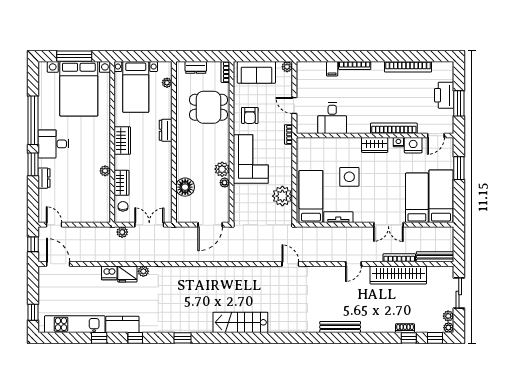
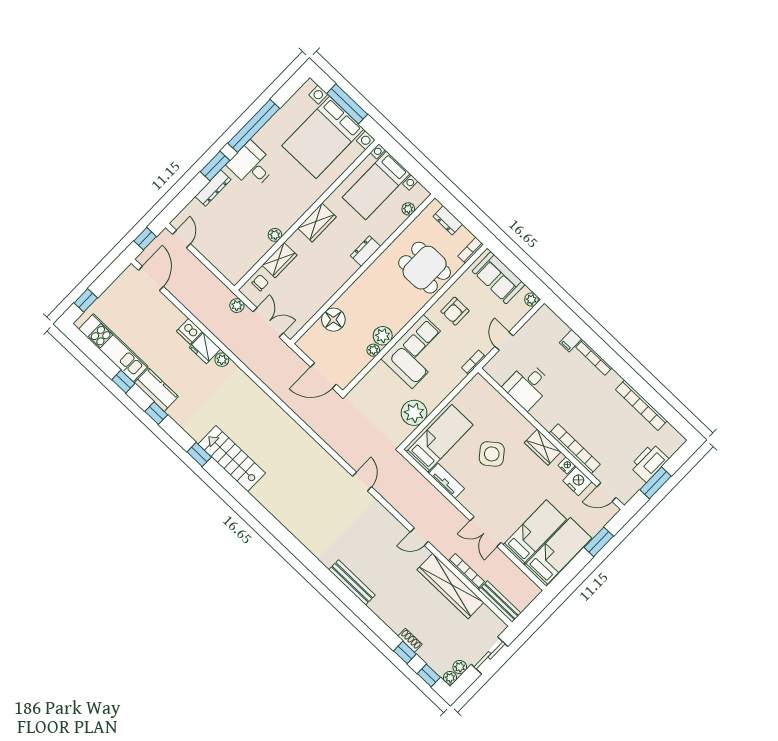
side table: (349, 177) -> (492, 454), turned -38
dresser: (44, 178) -> (213, 188), width x1.44
stairs: (240, 322) -> (232, 459), moved

